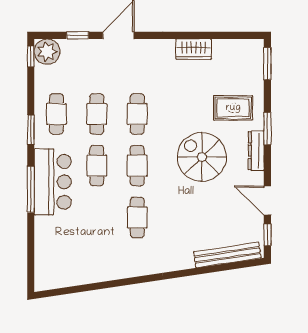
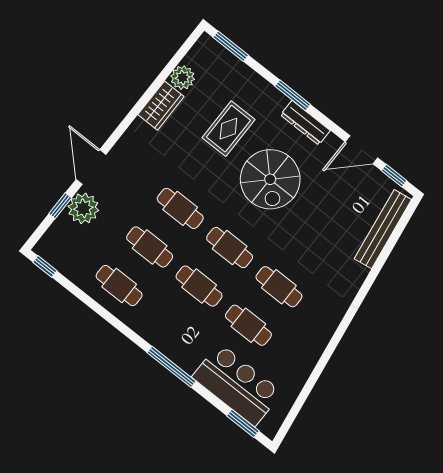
plant: (223, 49) -> (183, 78), added
plant: (47, 52) -> (83, 208), moved
rug: (233, 108) -> (228, 129), moved
window: (31, 130) -> (243, 423), moved
spiral stairs: (202, 157) -> (270, 179), turned -90
bar counter: (53, 182) -> (237, 385), moved
cafe table: (97, 217) -> (248, 325), added

